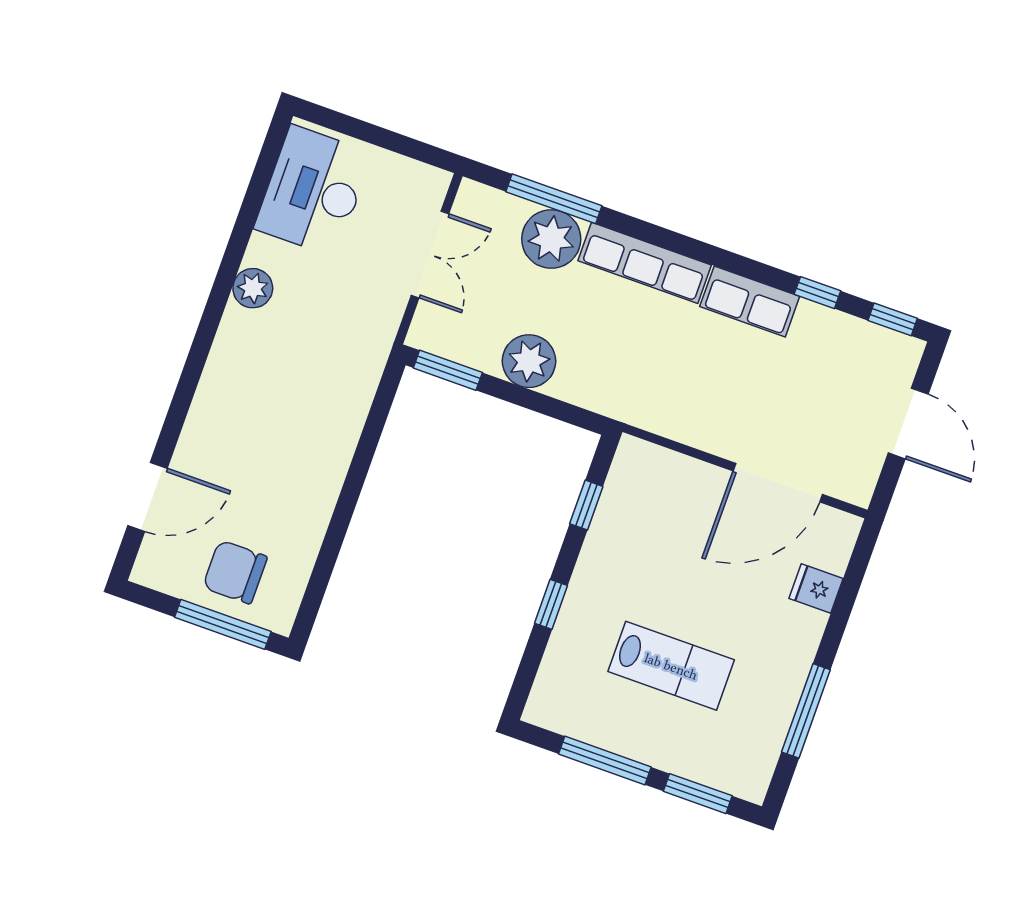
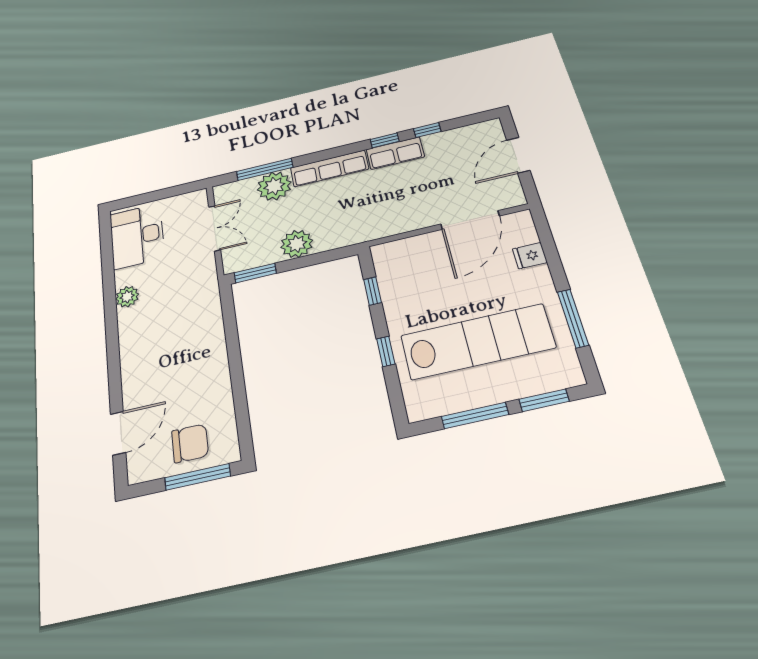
window: (893, 319) -> (385, 140), moved
door: (908, 423) -> (518, 155), swing flipped
chair: (235, 572) -> (190, 443), turned 180
lab bench: (671, 666) -> (477, 342), width x1.86, depth x1.39

